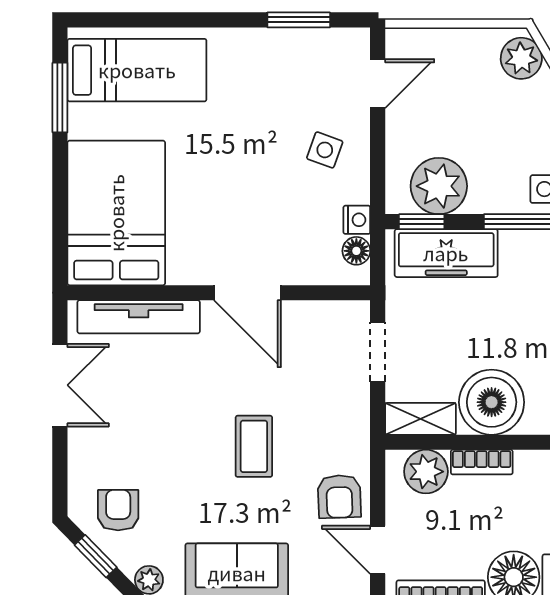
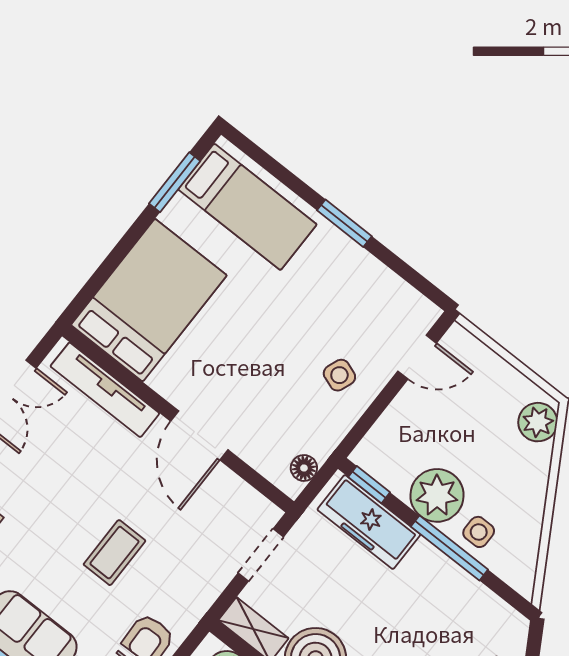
window: (299, 20) -> (344, 223), moved
plant: (439, 186) -> (437, 495), moved
nightstand: (357, 220) -> (322, 445), removed

